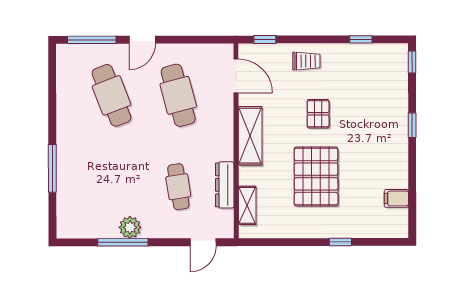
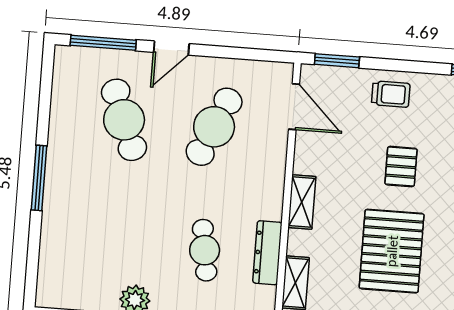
window: (265, 40) -> (337, 61), width x1.50
cafe table: (178, 95) -> (214, 127), turned 39
shelving: (250, 136) -> (302, 202), width x0.67, depth x0.75
window: (52, 168) -> (39, 178), moved

